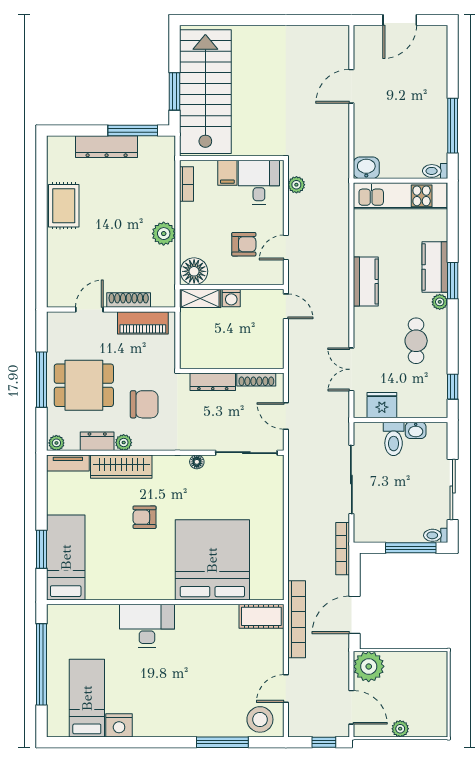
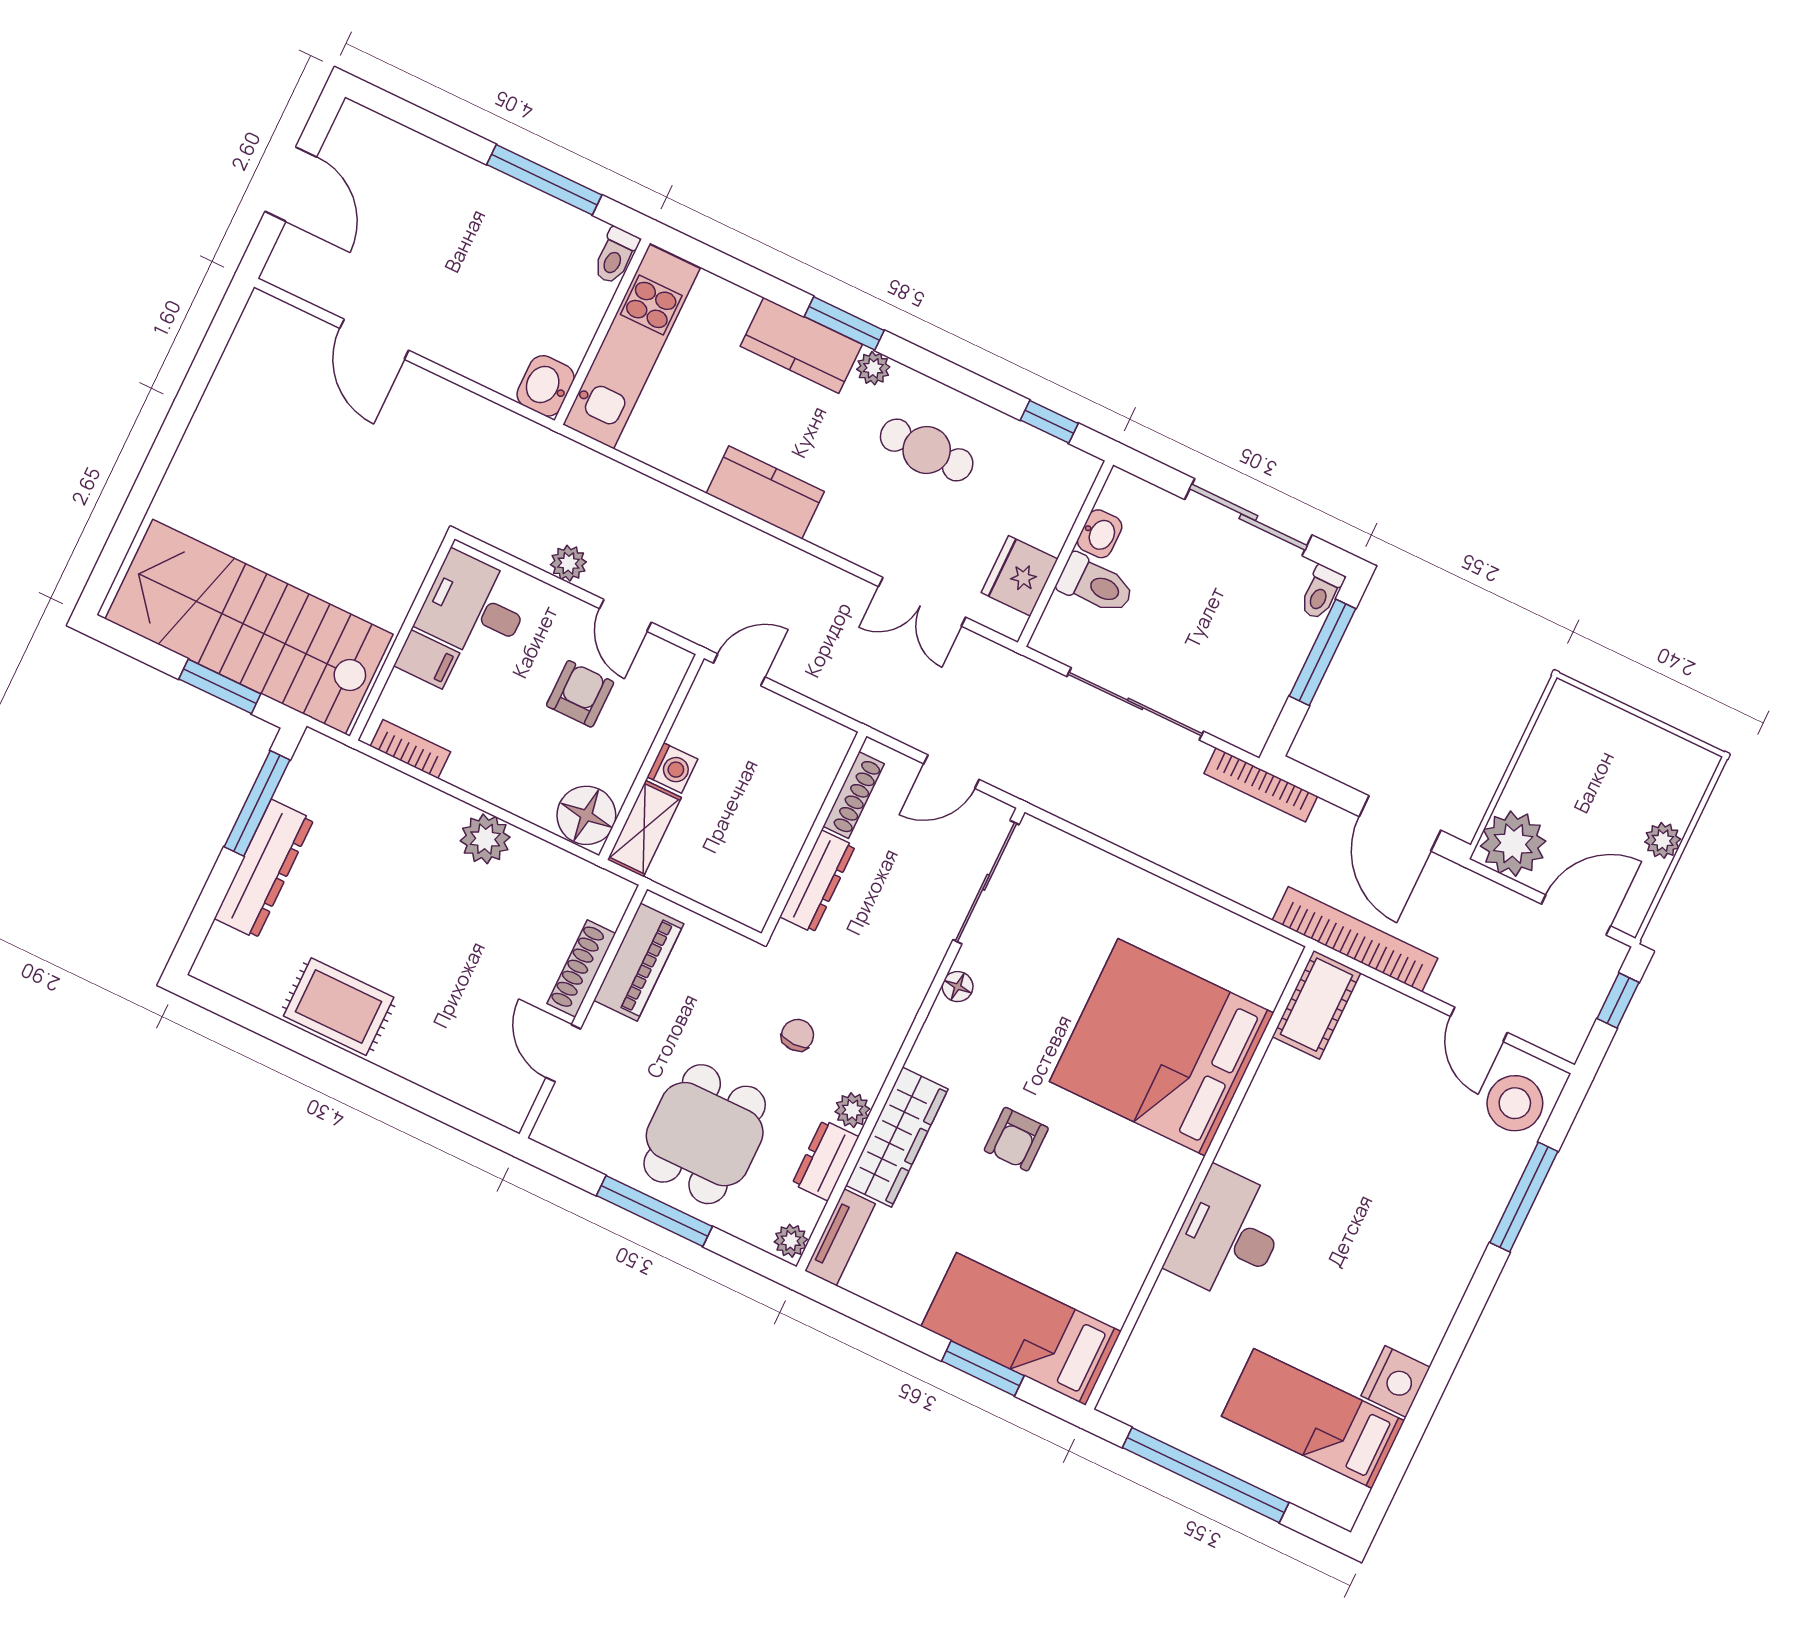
plant: (296, 185) -> (568, 563), moved
chair: (144, 404) -> (798, 1035), width x0.54, depth x0.54

